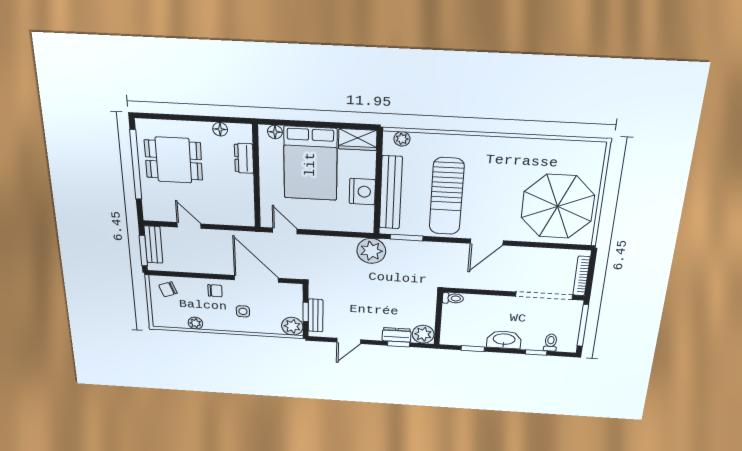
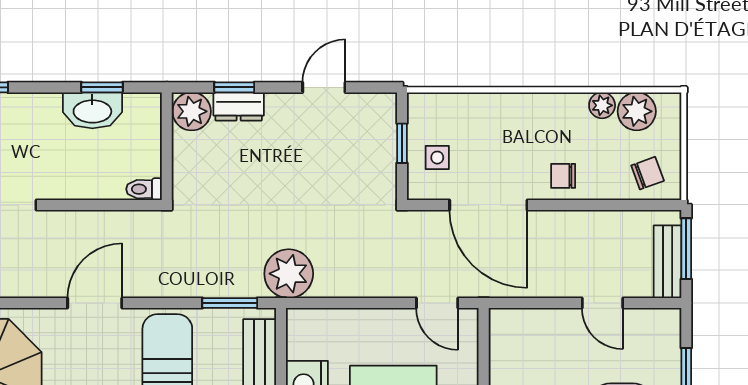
side table: (243, 311) -> (437, 158), moved
bench: (316, 315) -> (384, 137), removed
plant: (292, 326) -> (637, 111), moved
washbasin: (504, 340) -> (92, 110), moved

